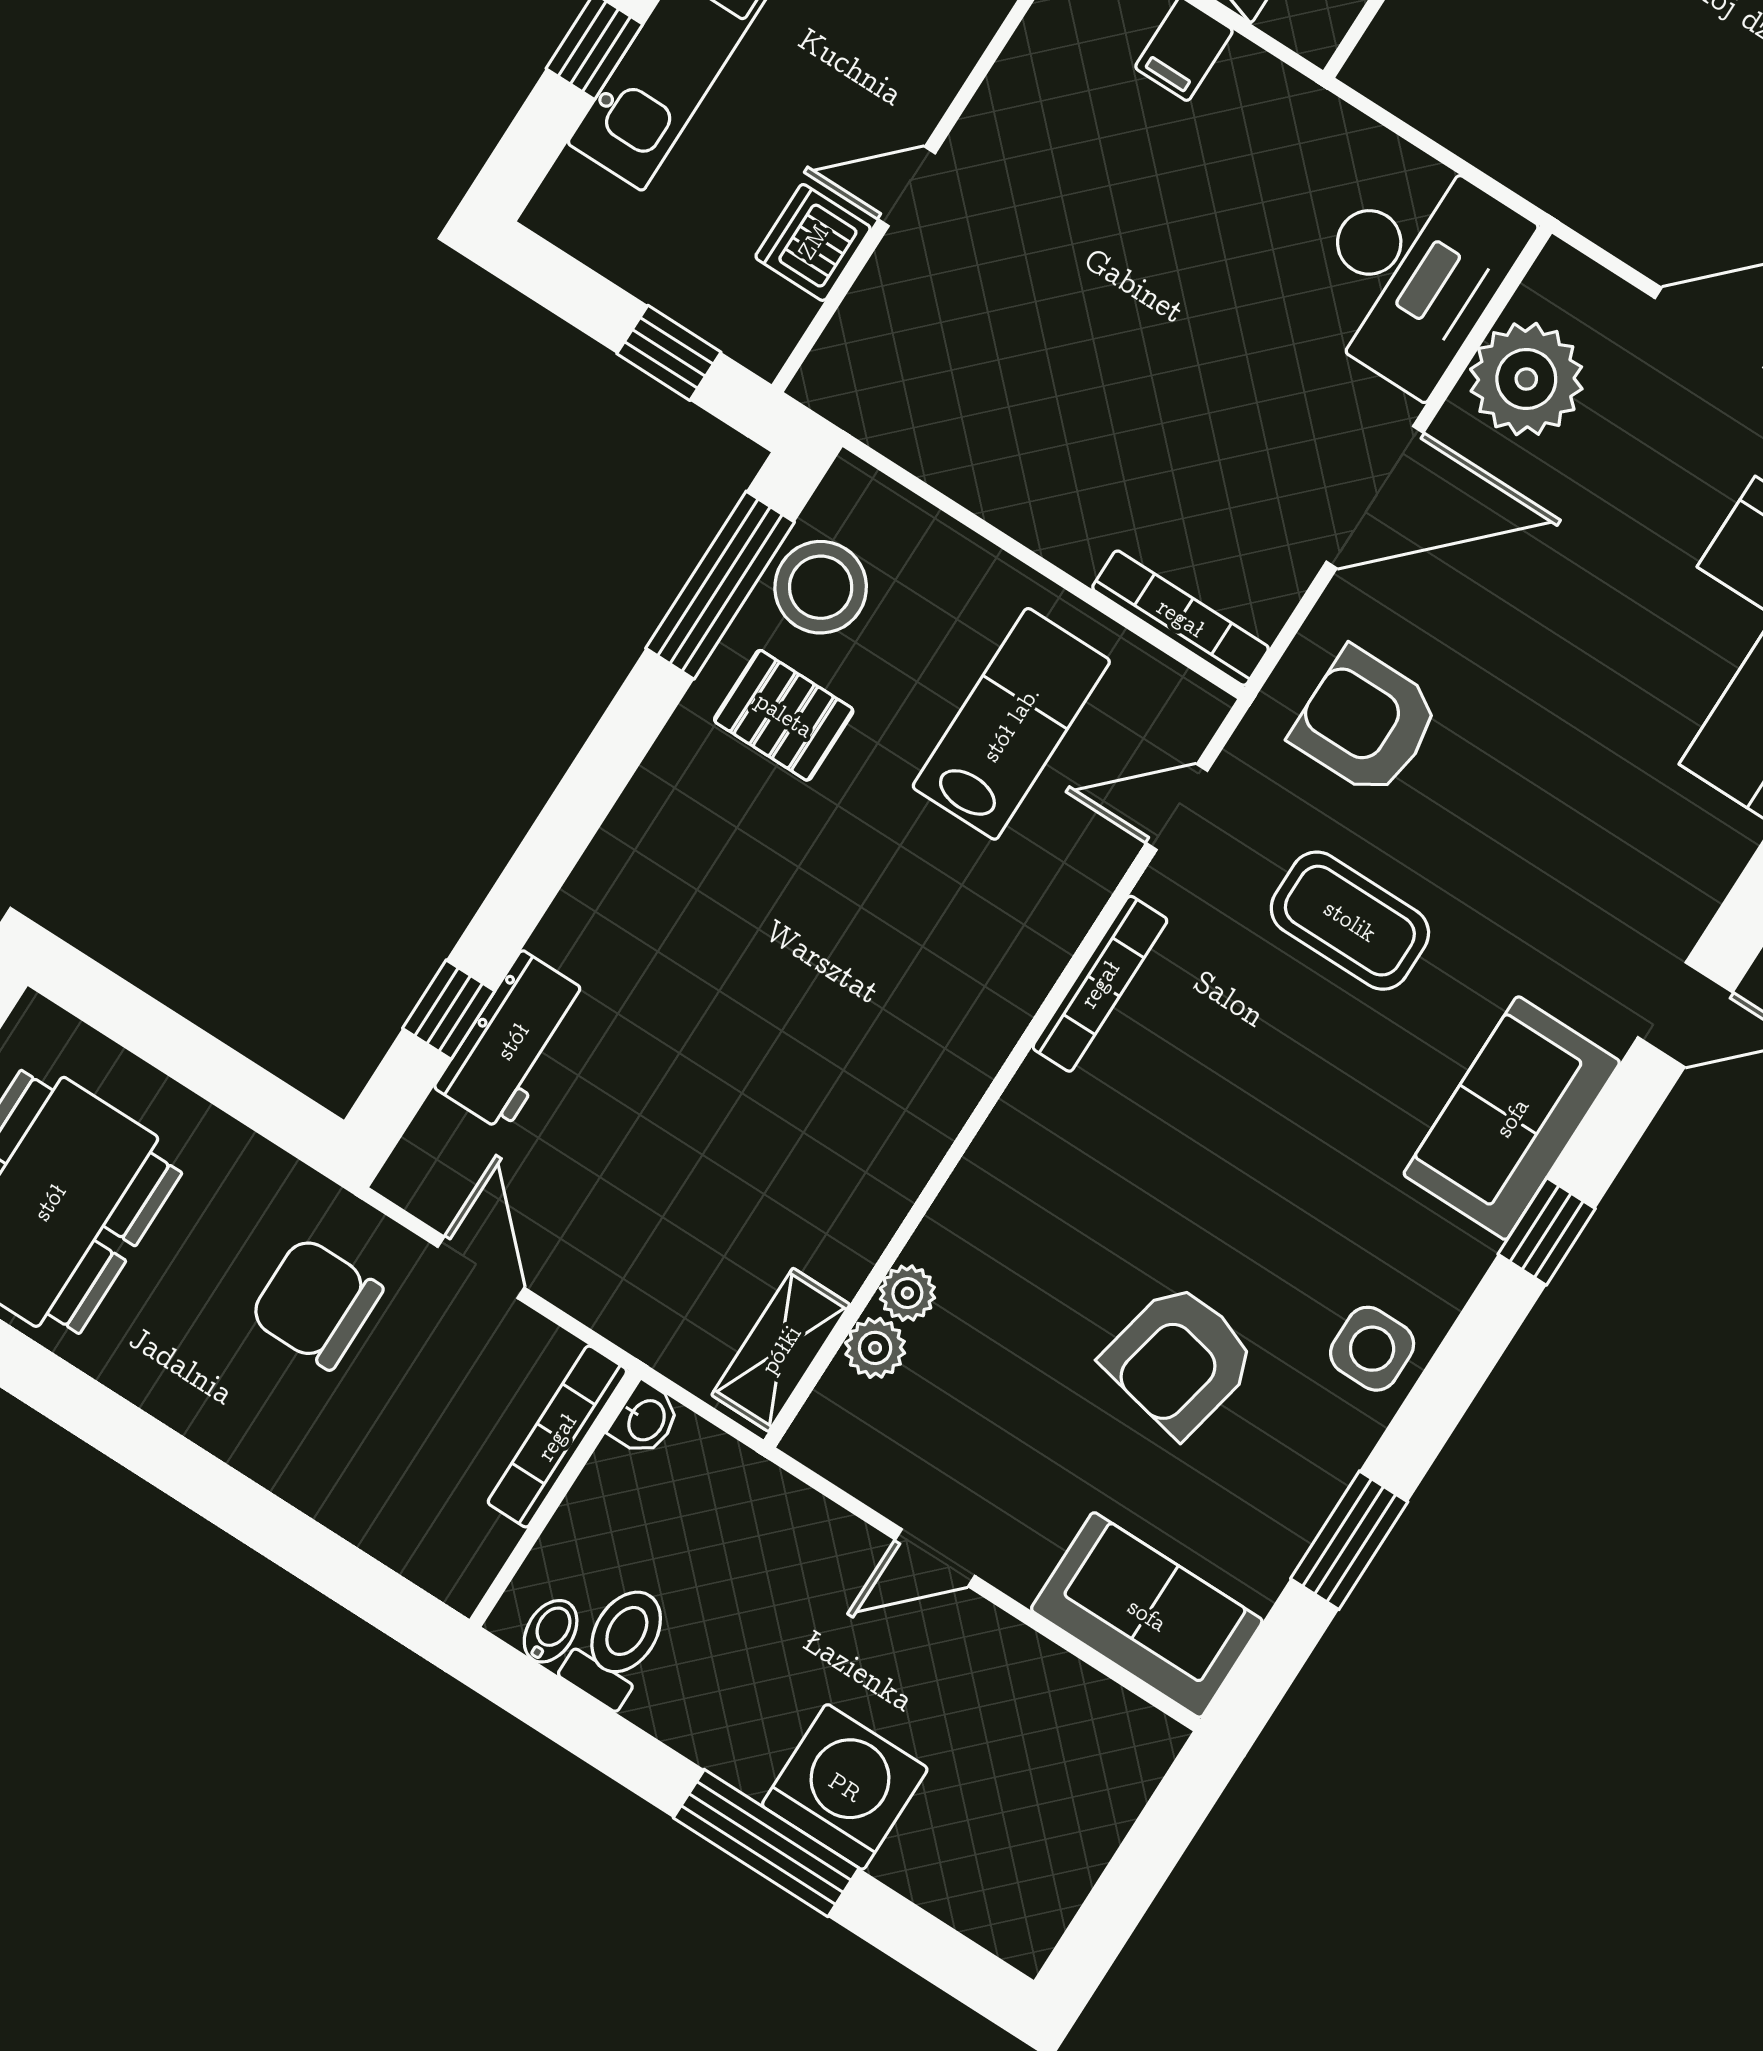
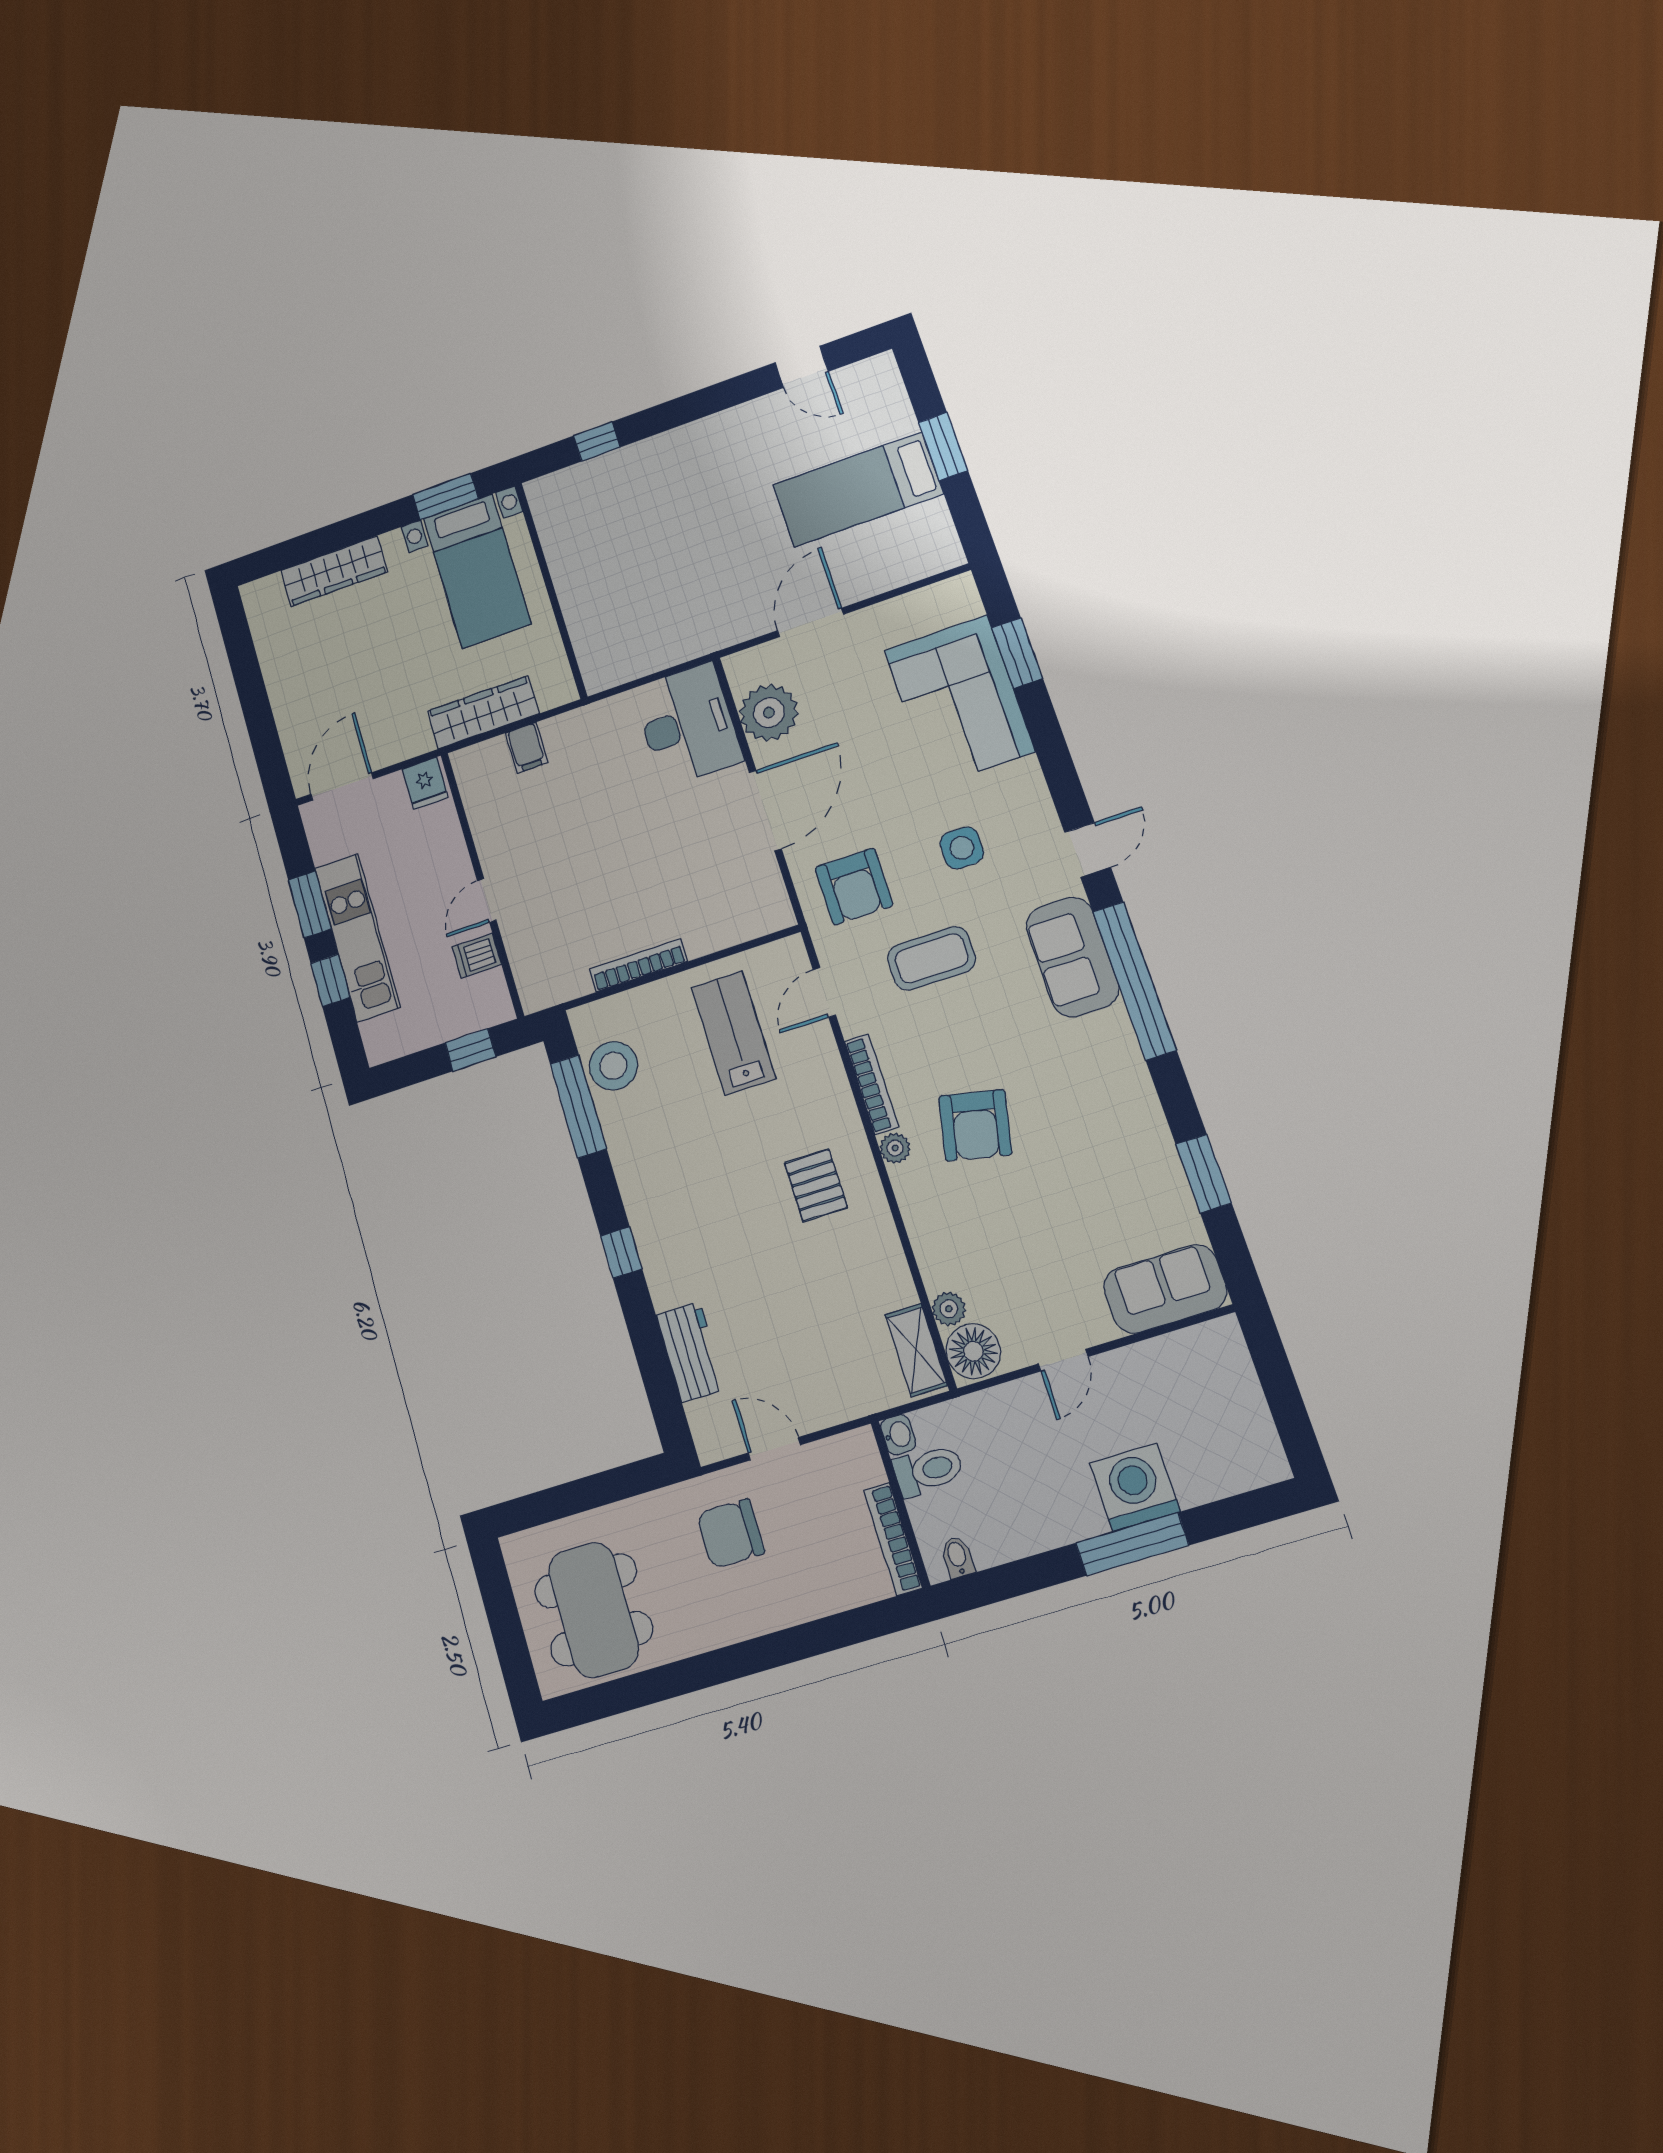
dishwasher: (813, 242) -> (477, 956), width x0.73
bookcase: (1181, 618) -> (638, 965), moved
pallet: (784, 715) -> (816, 1185), moved, turned 90
armchair: (1366, 722) -> (854, 886), turned -90
window: (449, 1010) -> (621, 1252), moved
window: (1547, 1231) -> (1134, 981), width x3.17
plant: (907, 1293) -> (895, 1148), moved
side table: (1372, 1349) -> (962, 848), moved
armchair: (1180, 1359) -> (975, 1125), moved
floor lamp: (845, 1428) -> (973, 1351), added
bookcase: (557, 1437) -> (893, 1539), moved
toilet: (618, 1645) -> (928, 1470), moved, turned 90

